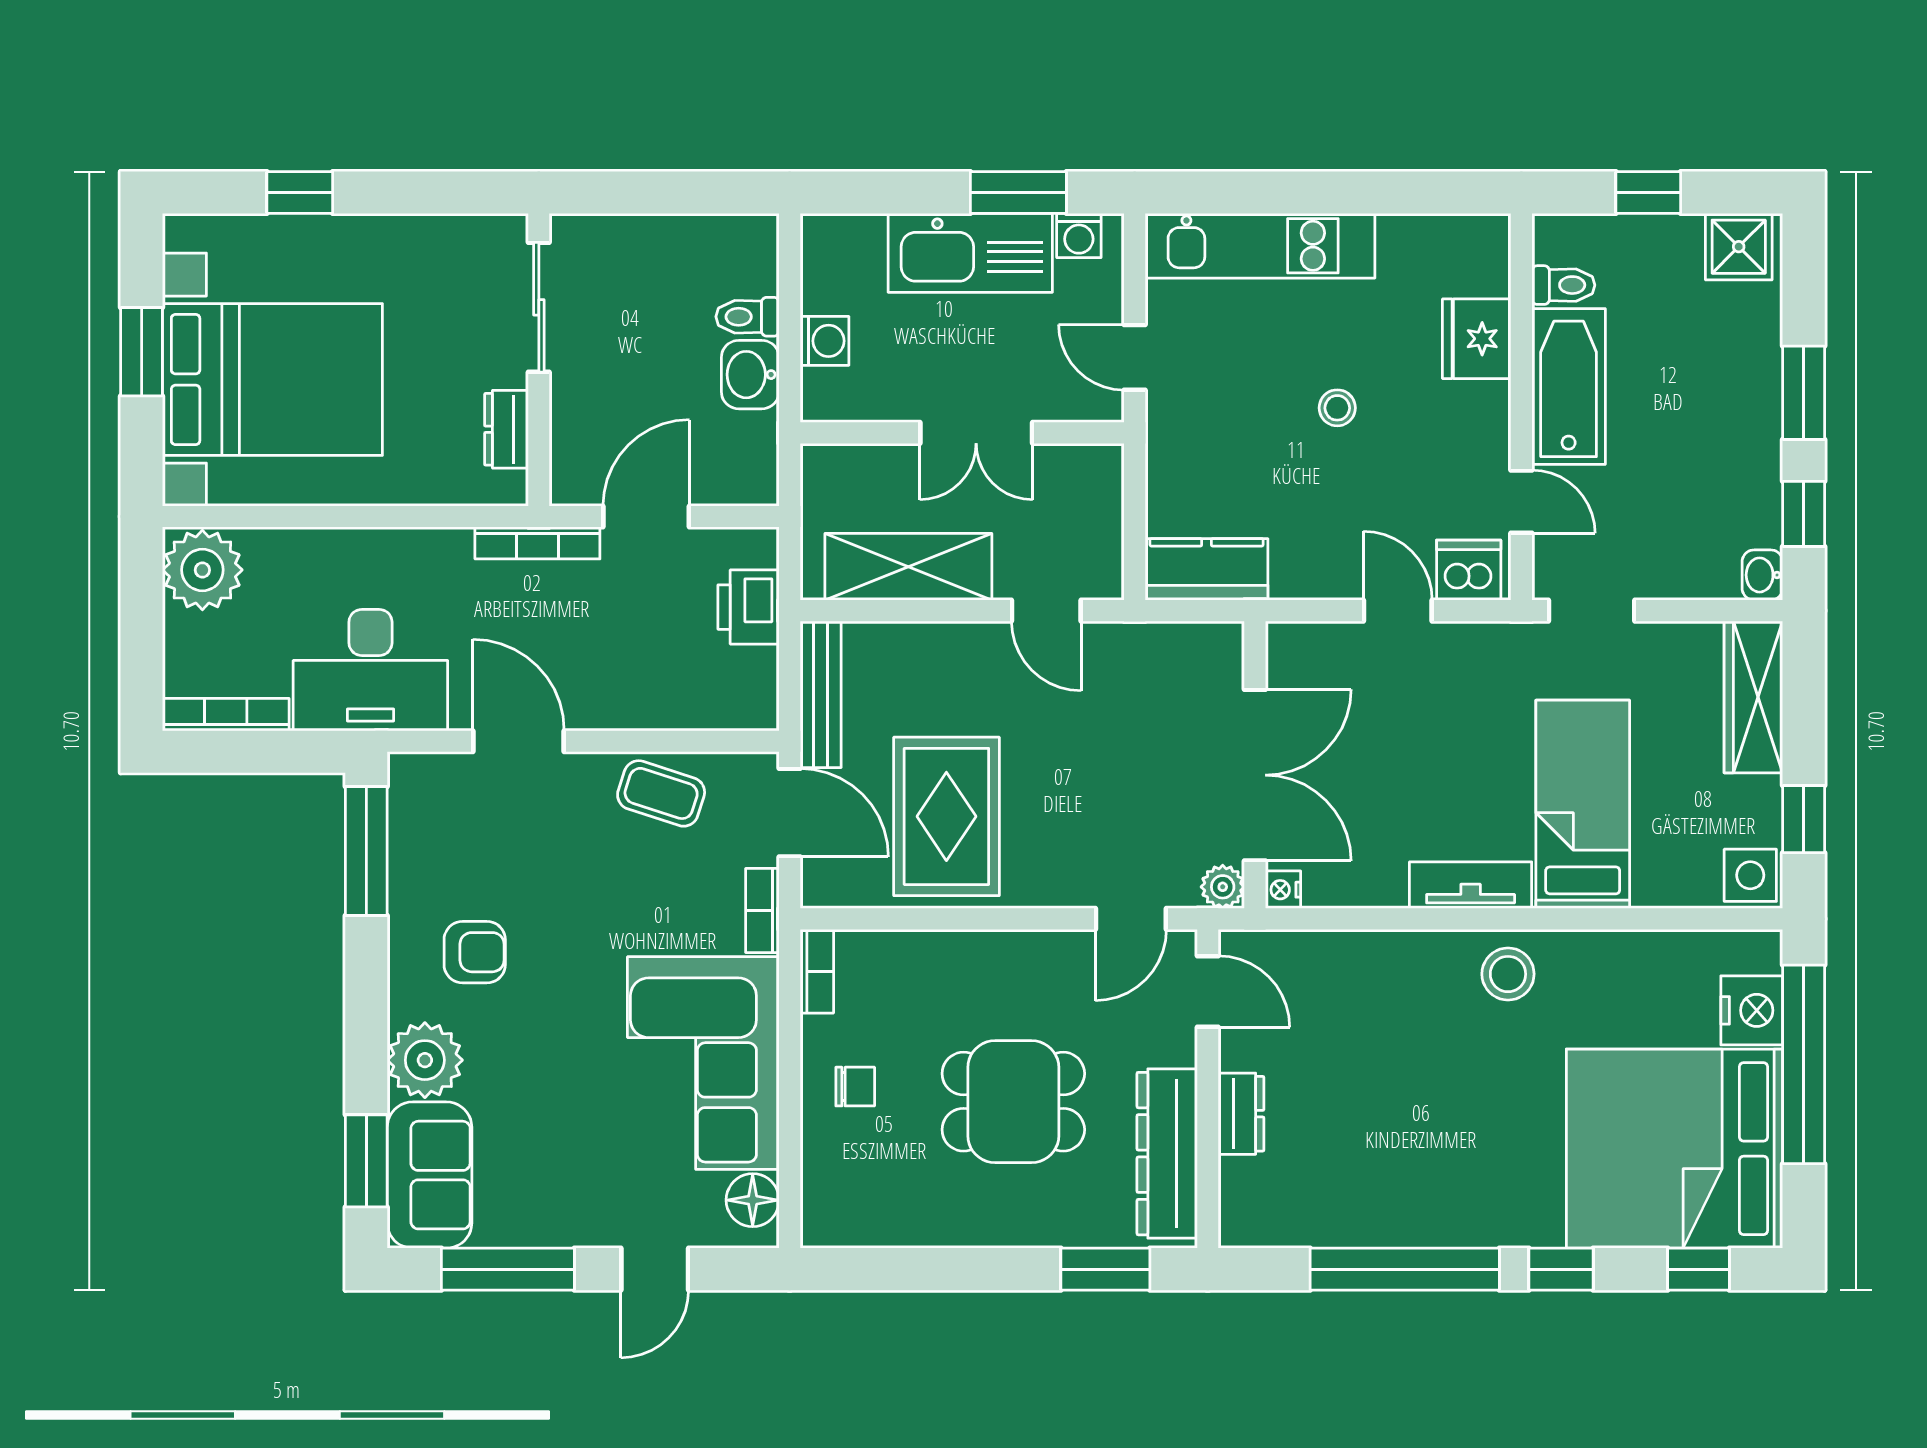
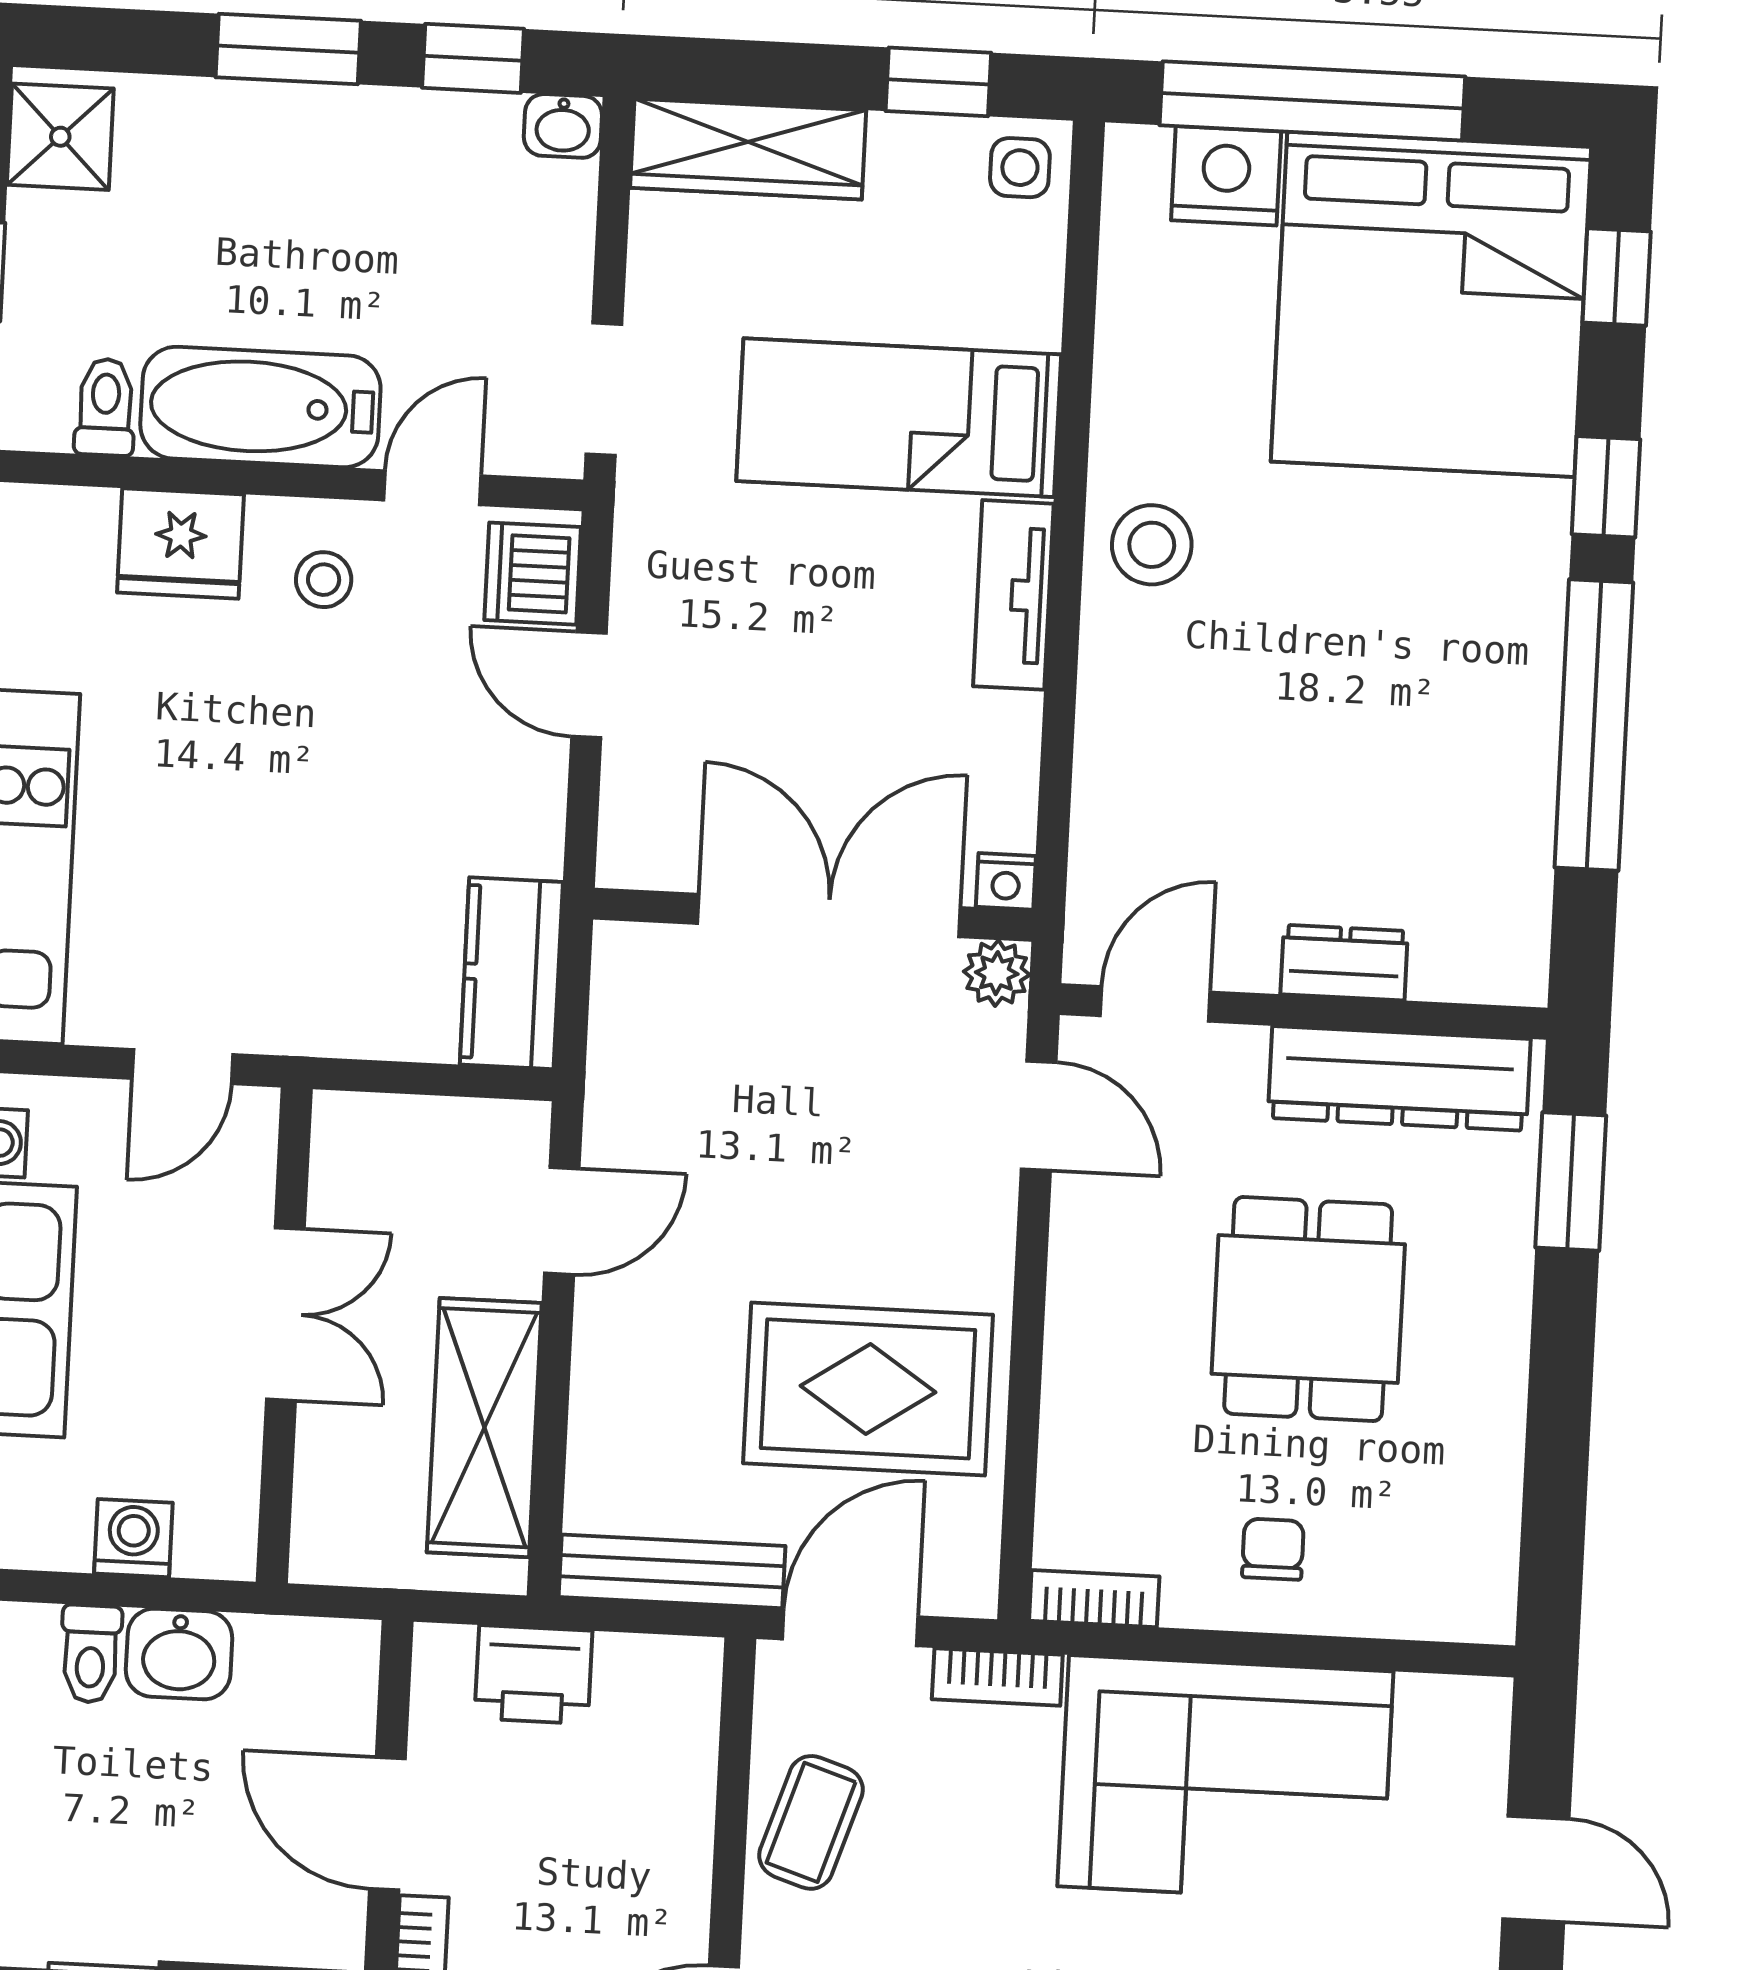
stool: (1337, 408) -> (324, 580), moved
door: (1398, 611) -> (589, 685), hinge flipped
side table: (1750, 875) -> (1020, 168), width x0.73, depth x0.73
floor lamp: (753, 1200) -> (1438, 1714), removed

